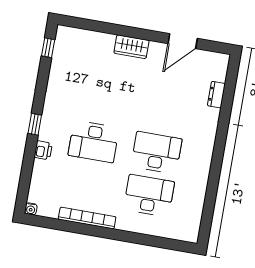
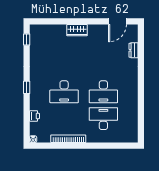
door: (183, 41) -> (118, 21), moved
printer: (43, 150) -> (34, 116), moved
desk: (156, 153) -> (103, 92), turned 180

